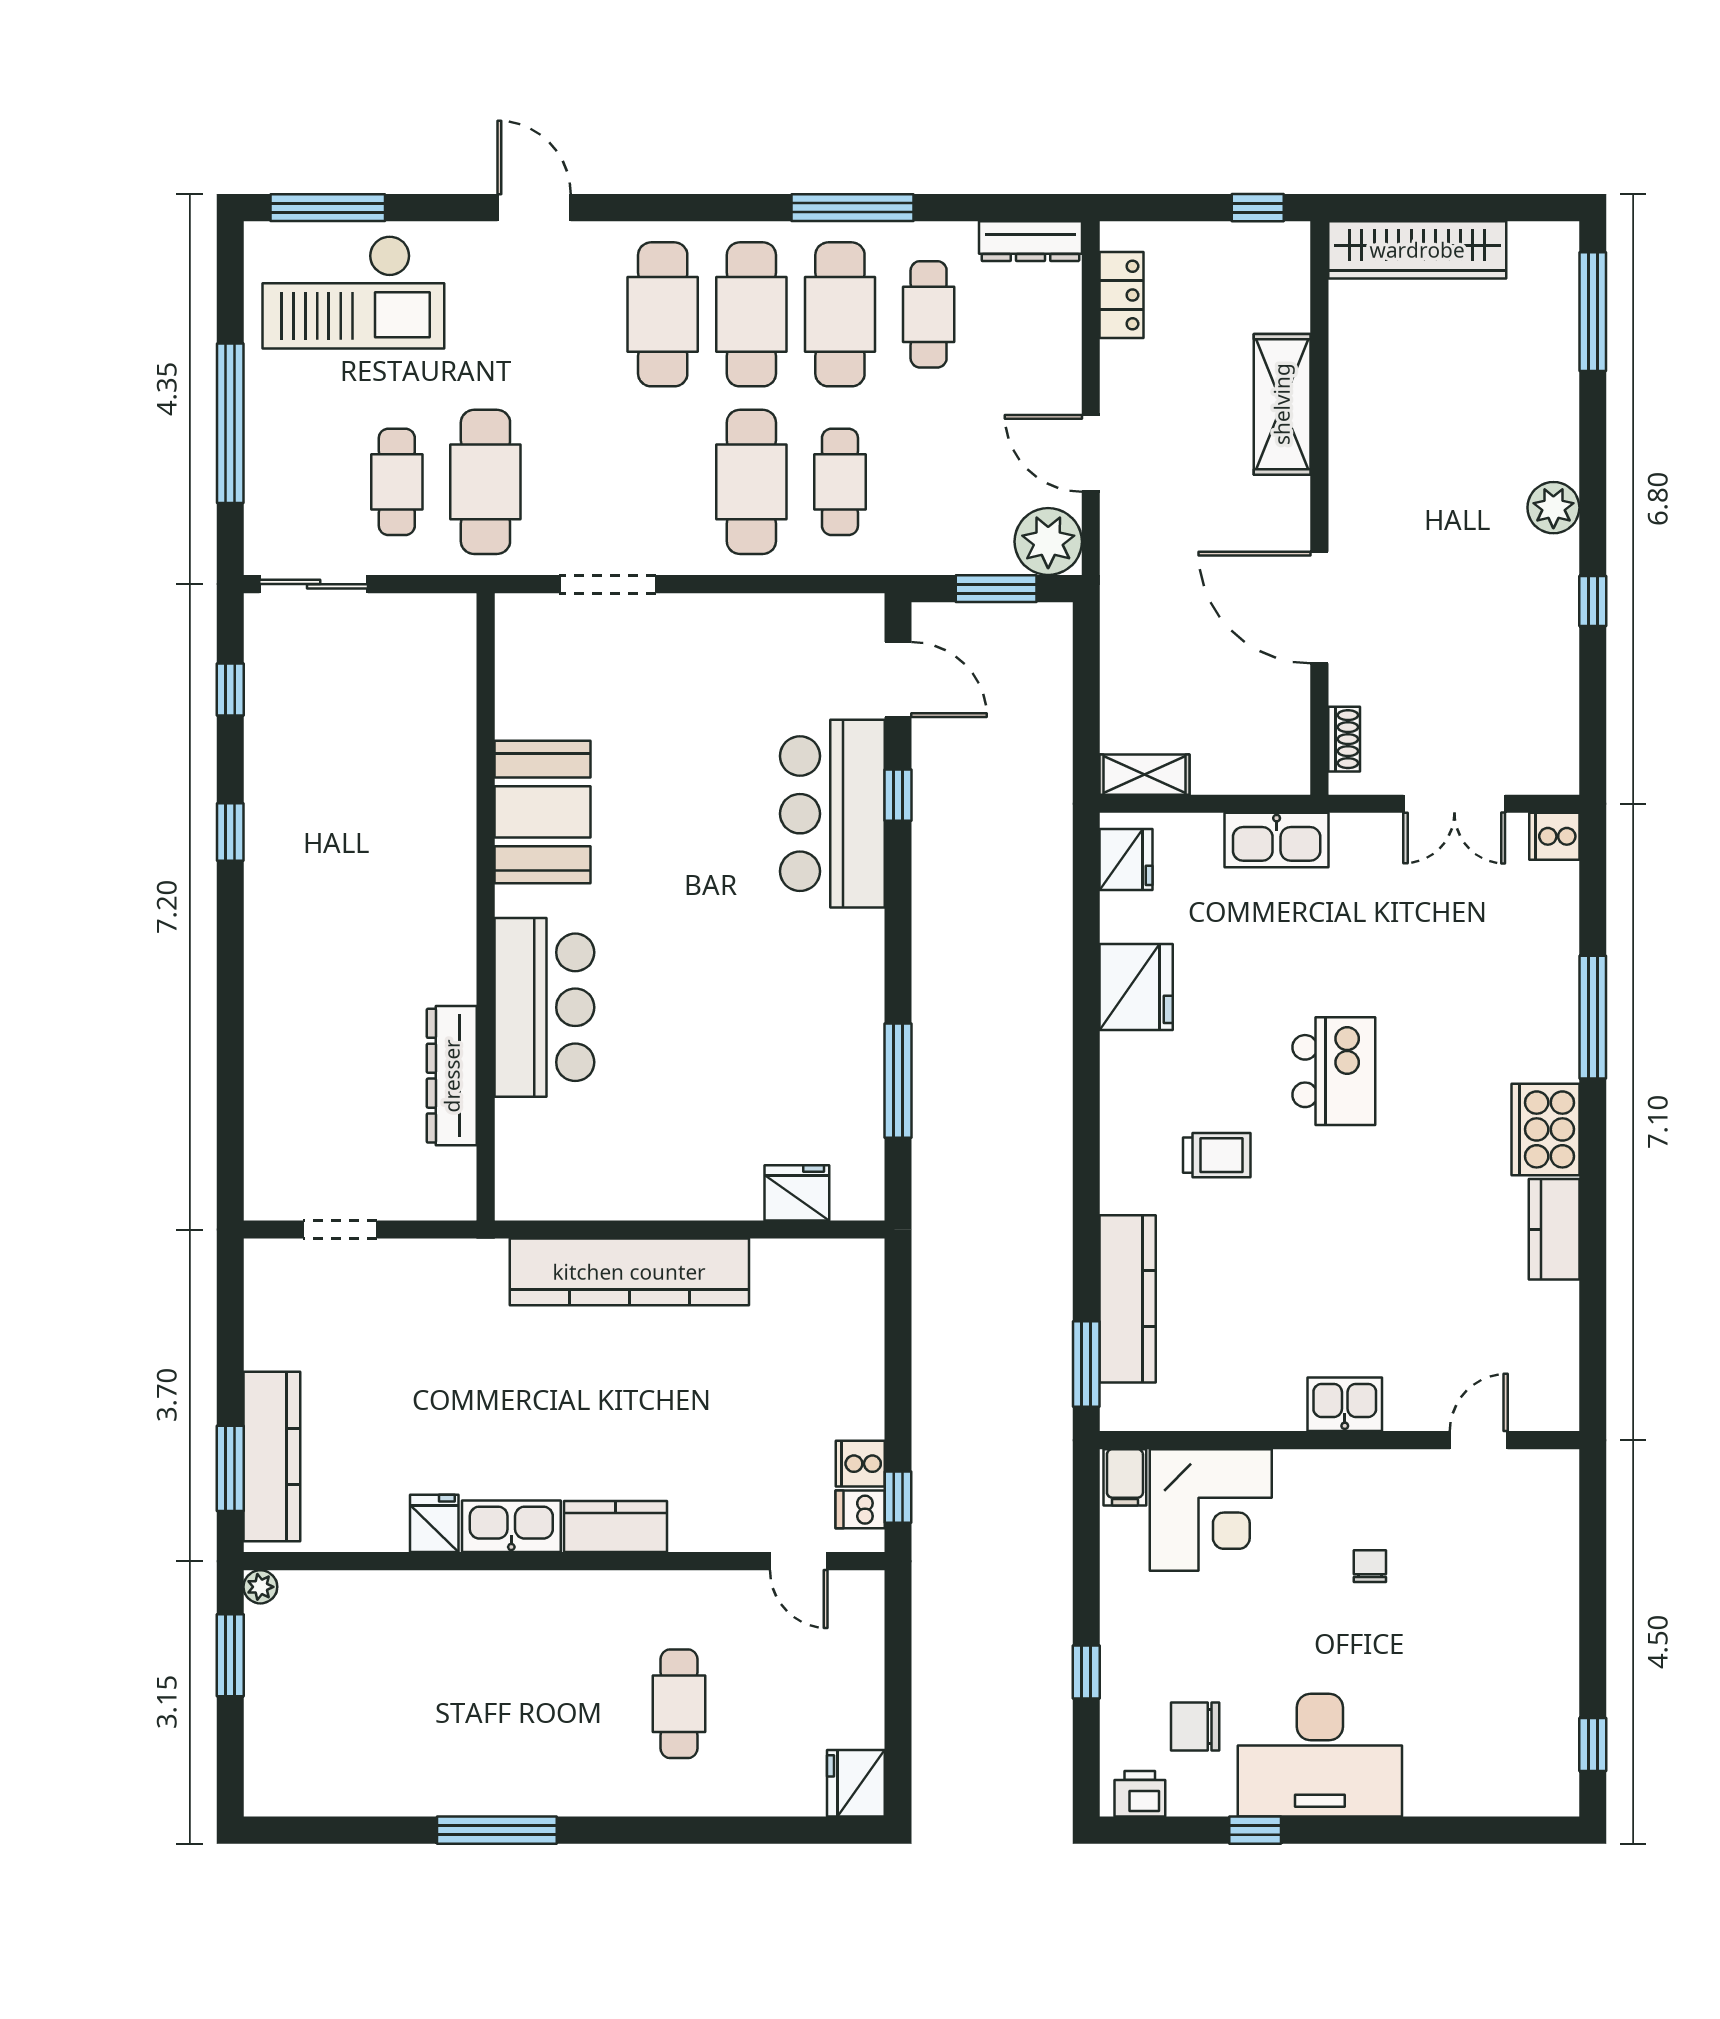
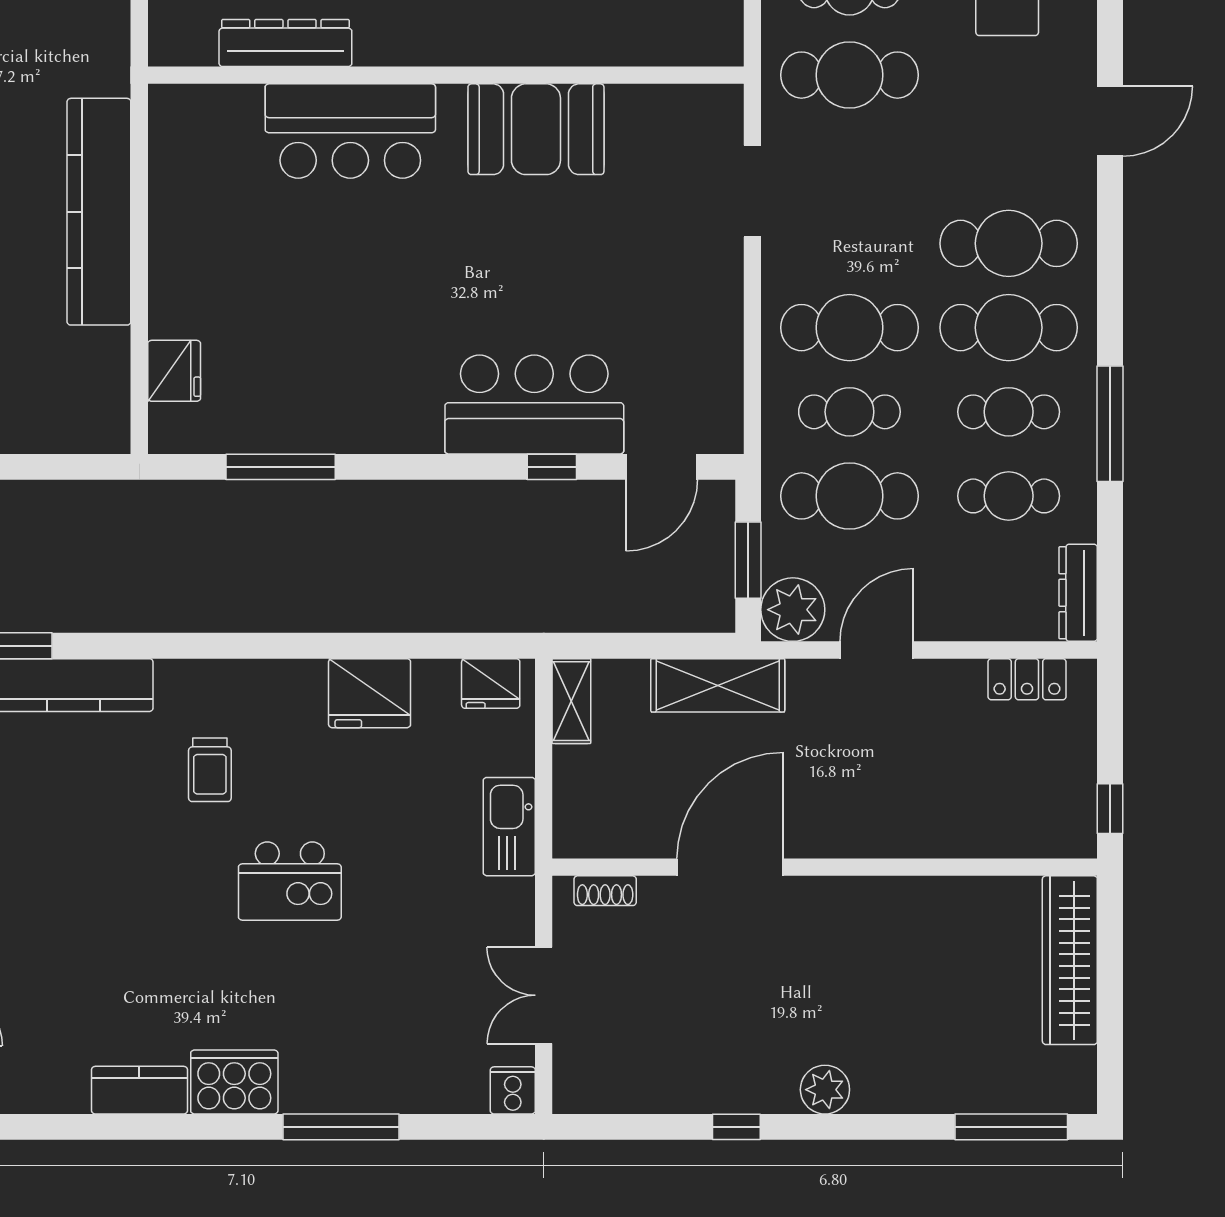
cafe table: (840, 314) -> (1009, 412), width x0.73, depth x0.74
shelving: (1282, 404) -> (718, 685), moved
cafe table: (929, 482) -> (849, 496), added

